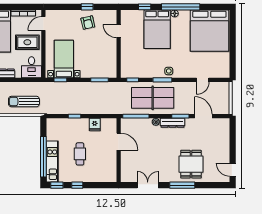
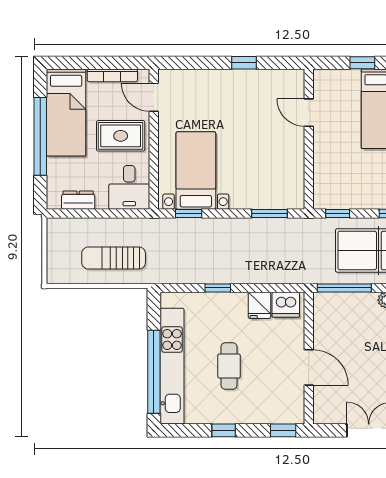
armchair: (88, 23) -> (245, 95), removed
door: (43, 24) -> (154, 97), hinge flipped
dishwasher: (107, 124) -> (286, 305), added
door: (119, 142) -> (309, 367), moved
kitchen unit: (52, 161) -> (172, 366), width x1.36
window: (57, 185) -> (283, 430), moved

